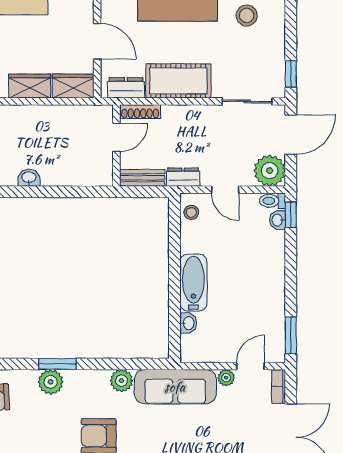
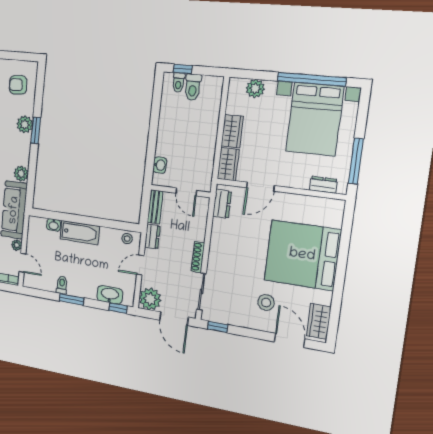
cot: (178, 81) -> (223, 244), removed
shoe rack: (140, 112) -> (198, 257), moved
washbasin: (29, 178) -> (160, 165), moved
toilet: (272, 201) -> (62, 285), moved
washbasin: (278, 220) -> (110, 295), width x1.91, depth x1.45
window: (291, 335) -> (72, 299), moved

